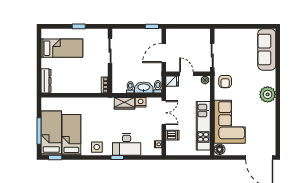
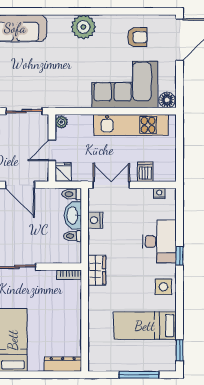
armchair: (225, 82) -> (137, 37), moved
wardrobe: (124, 103) -> (97, 270), moved
bed: (51, 133) -> (142, 356), removed

